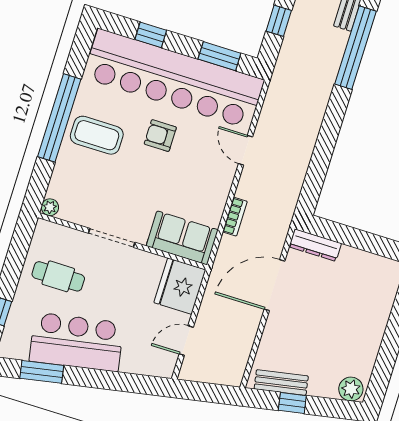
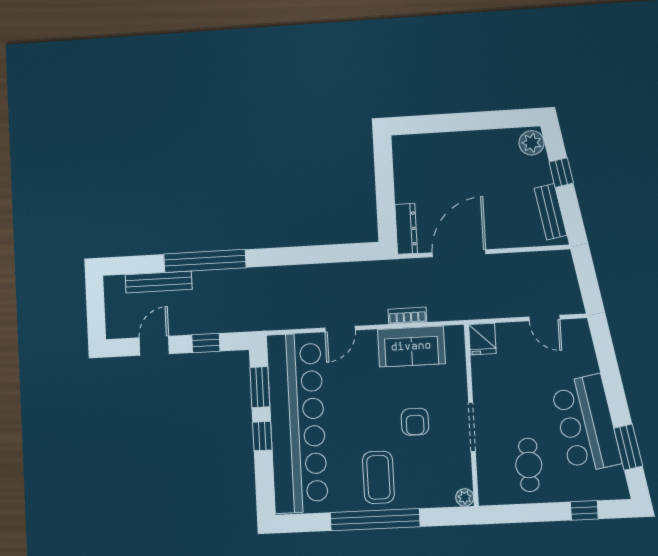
window: (151, 35) -> (262, 436), moved
armchair: (160, 136) -> (415, 422), moved
sofa: (182, 238) -> (411, 347), moved, turned -90
door: (274, 285) -> (459, 253), swing flipped
fridge: (180, 286) -> (482, 339), width x0.53, depth x0.75
window: (292, 403) -> (561, 173), moved

